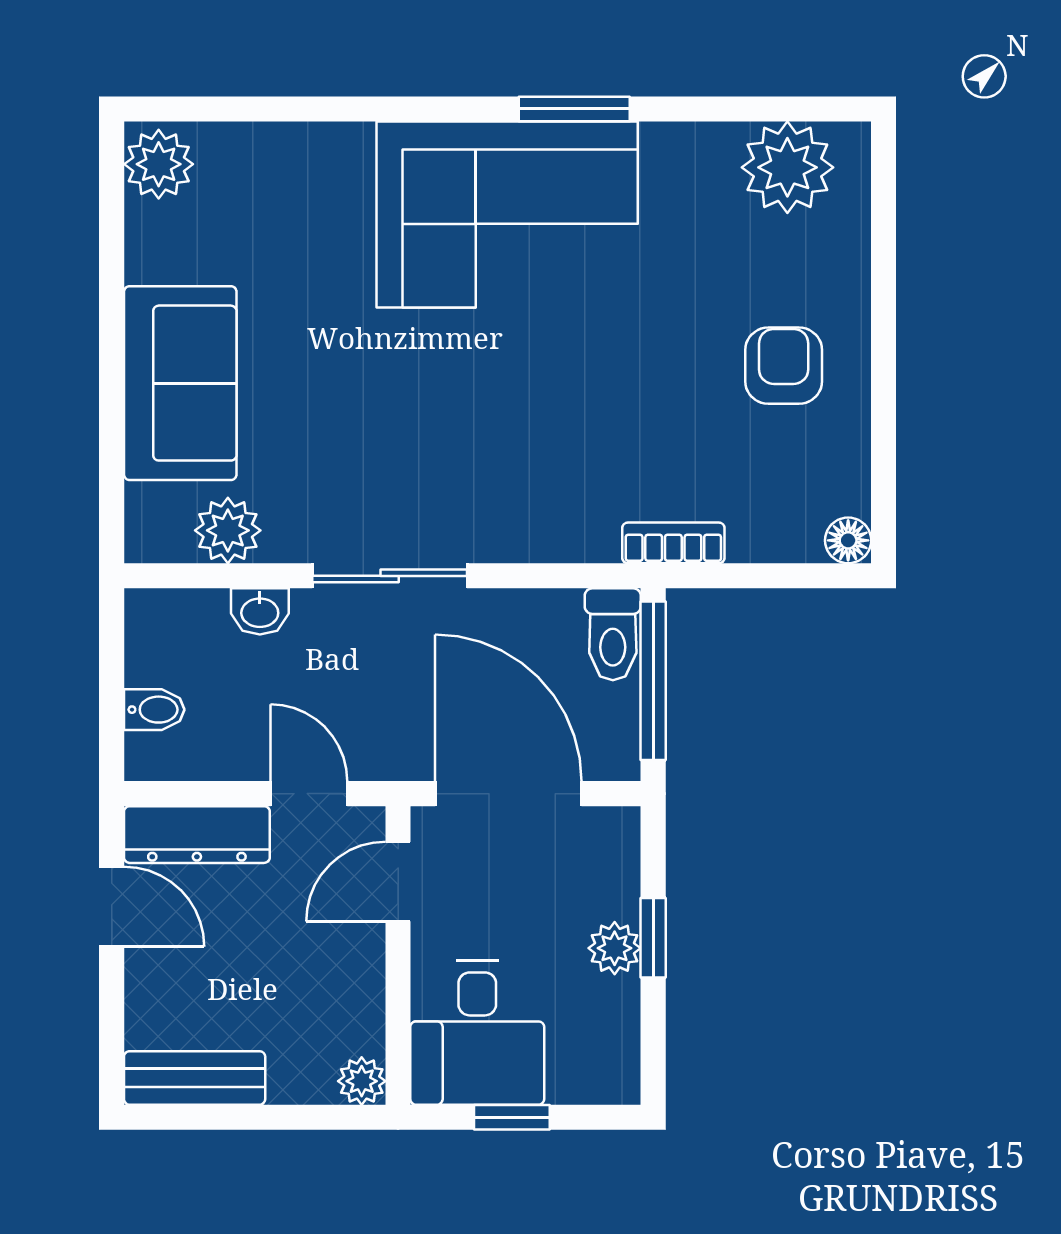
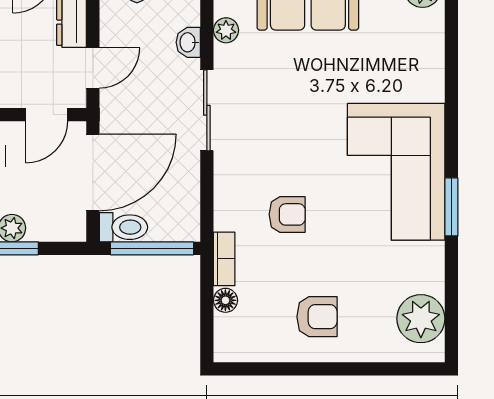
armchair: (588, 423) -> (287, 214), added
plant: (228, 530) -> (226, 30), width x0.73, depth x0.73
floor lamp: (848, 540) -> (225, 300), moved
toilet: (613, 634) -> (123, 227), moved, turned 180
door: (398, 882) -> (47, 115), swing flipped

